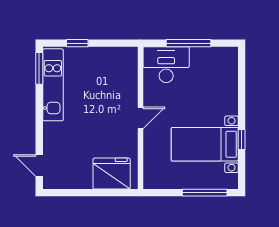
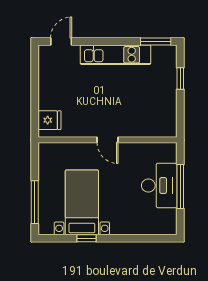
desk: (166, 65) -> (159, 186), moved
kitchen unit: (53, 85) -> (115, 55), moved
fridge: (112, 174) -> (50, 120), width x0.53, depth x0.75

